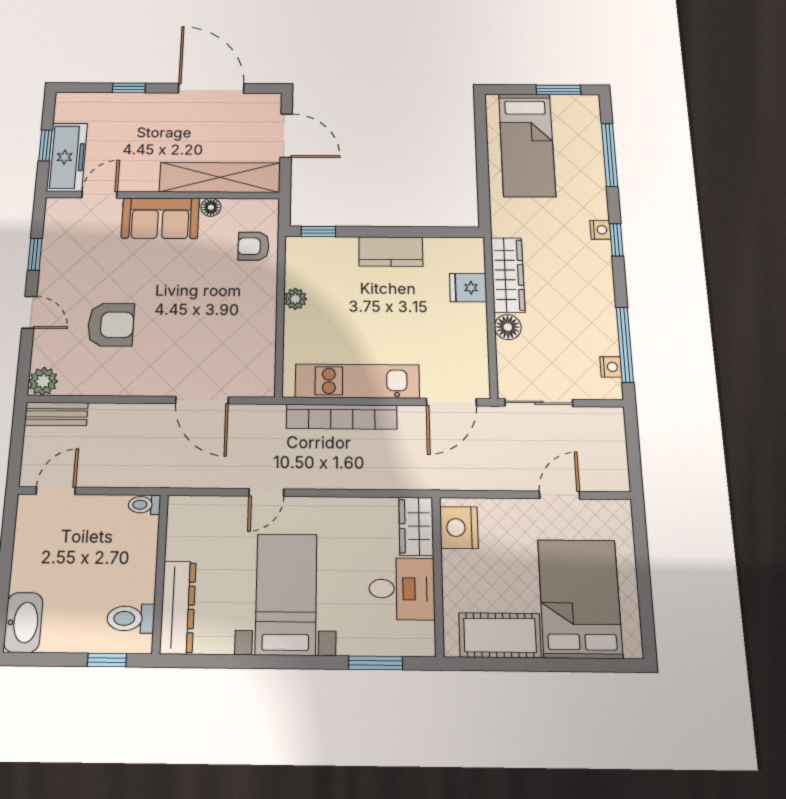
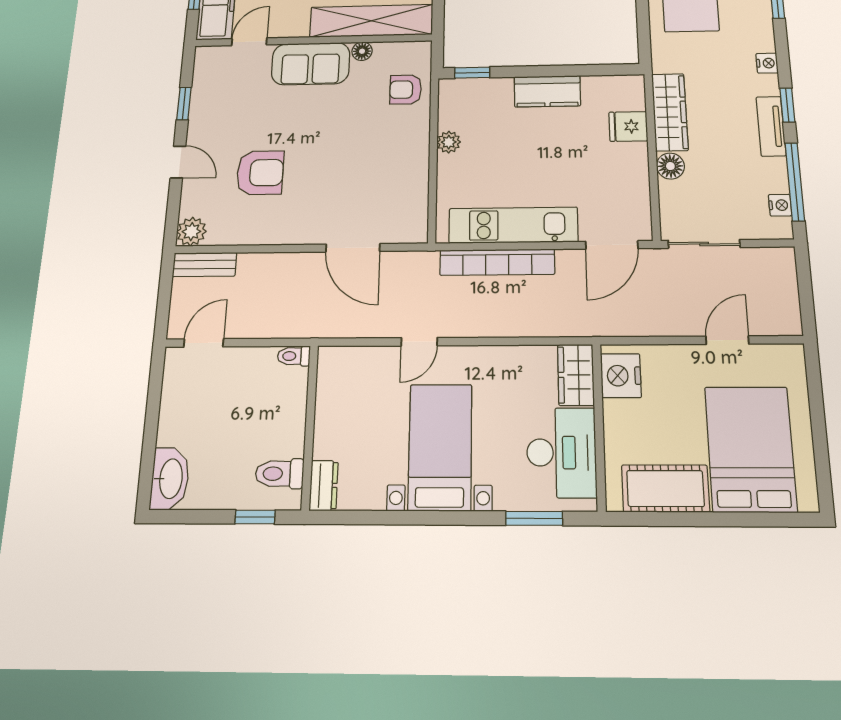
window: (616, 240) -> (787, 105), moved
tv unit: (603, 291) -> (771, 126), added
desk: (402, 589) -> (561, 453), width x1.37
dresser: (178, 607) -> (324, 485), width x0.51, depth x0.80

